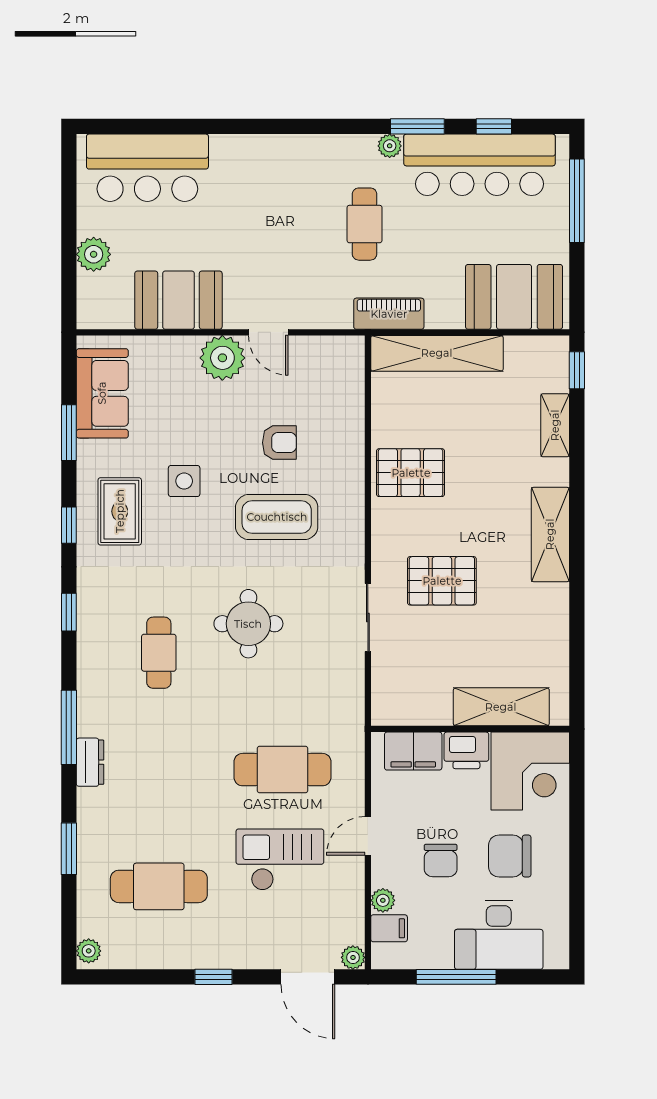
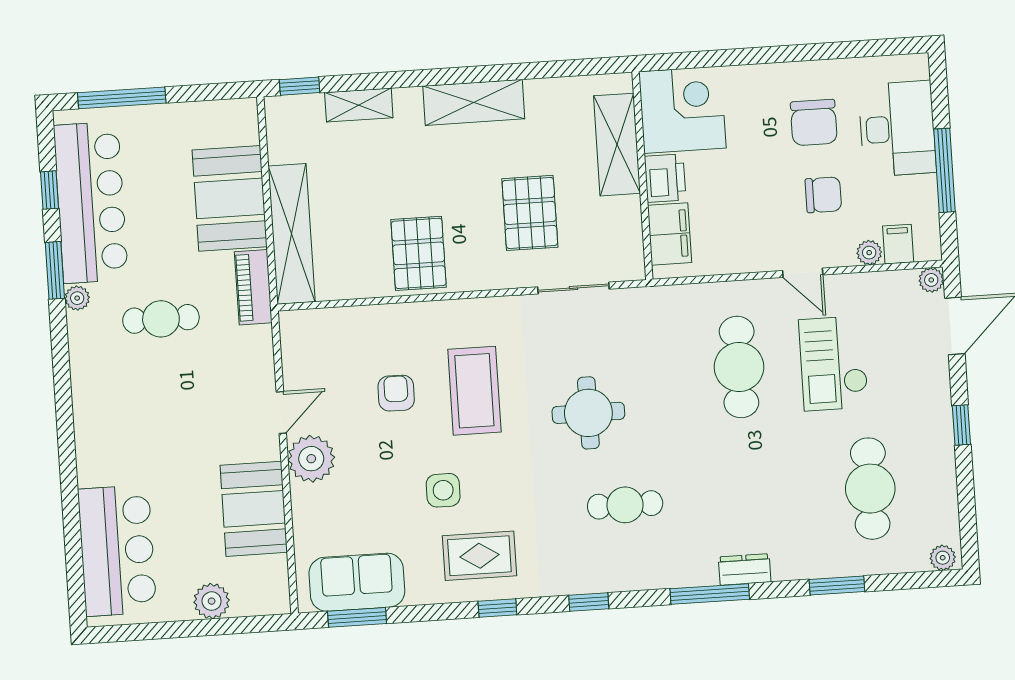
booth: (514, 297) -> (230, 198), moved
window: (69, 433) -> (357, 617), moved
shelving: (501, 707) -> (617, 145), moved
wall: (470, 729) -> (642, 176), moved
printer: (466, 750) -> (665, 178), moved
filing cabinet: (413, 751) -> (670, 234), moved
corner desk: (530, 771) -> (682, 110), moved

